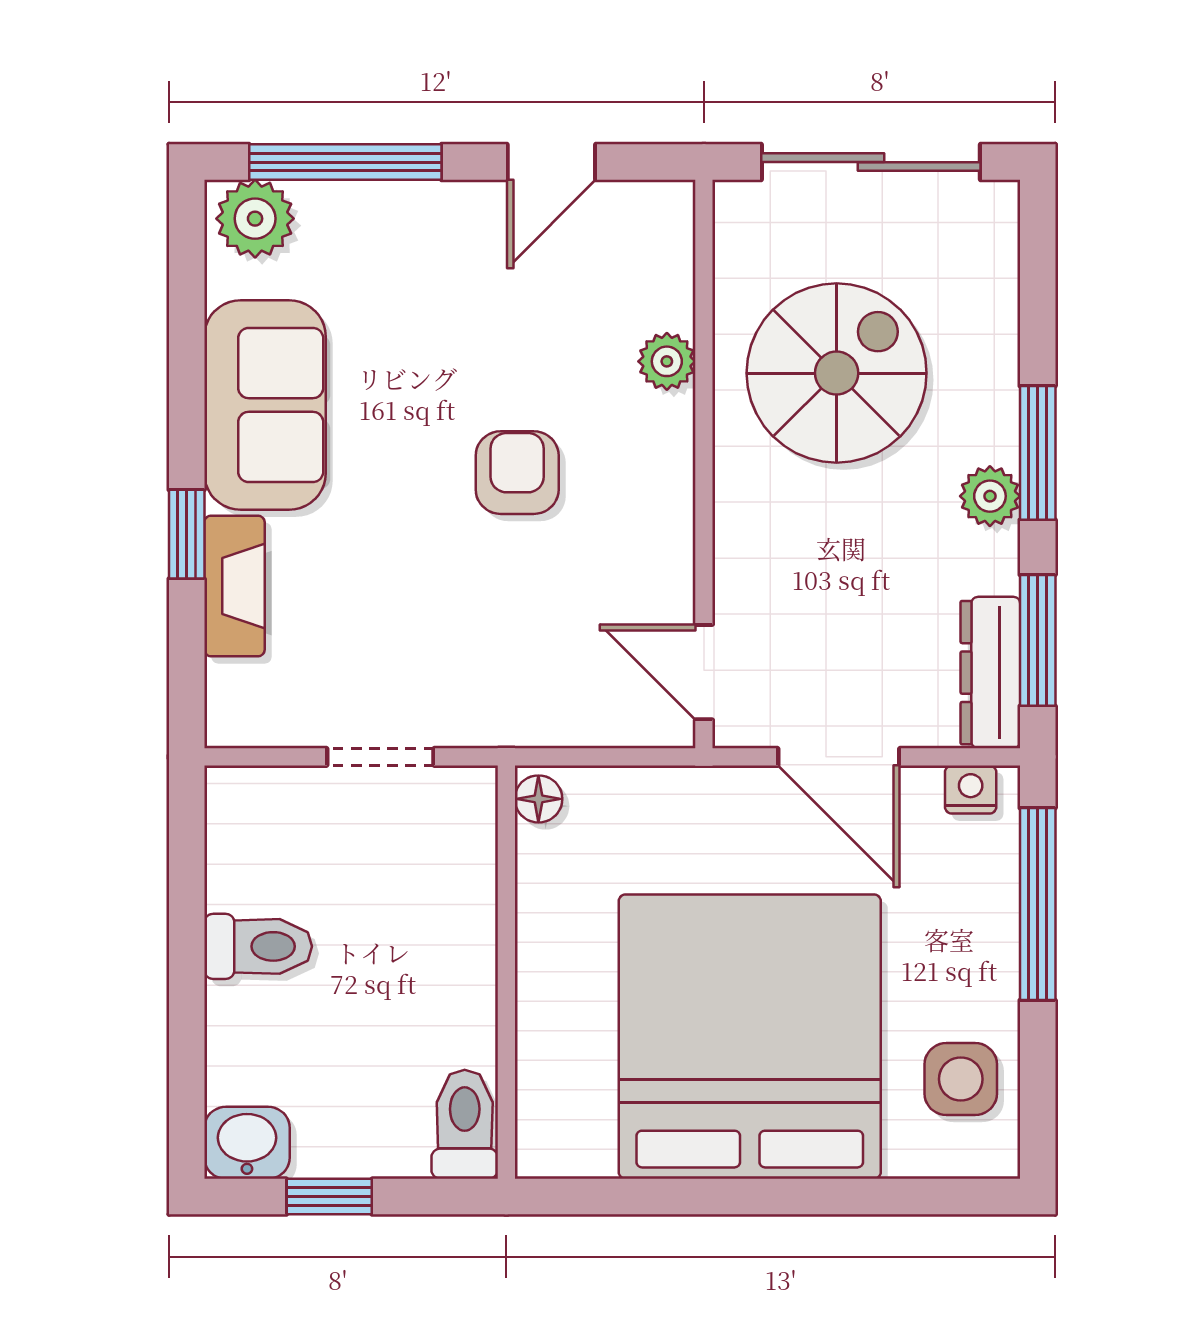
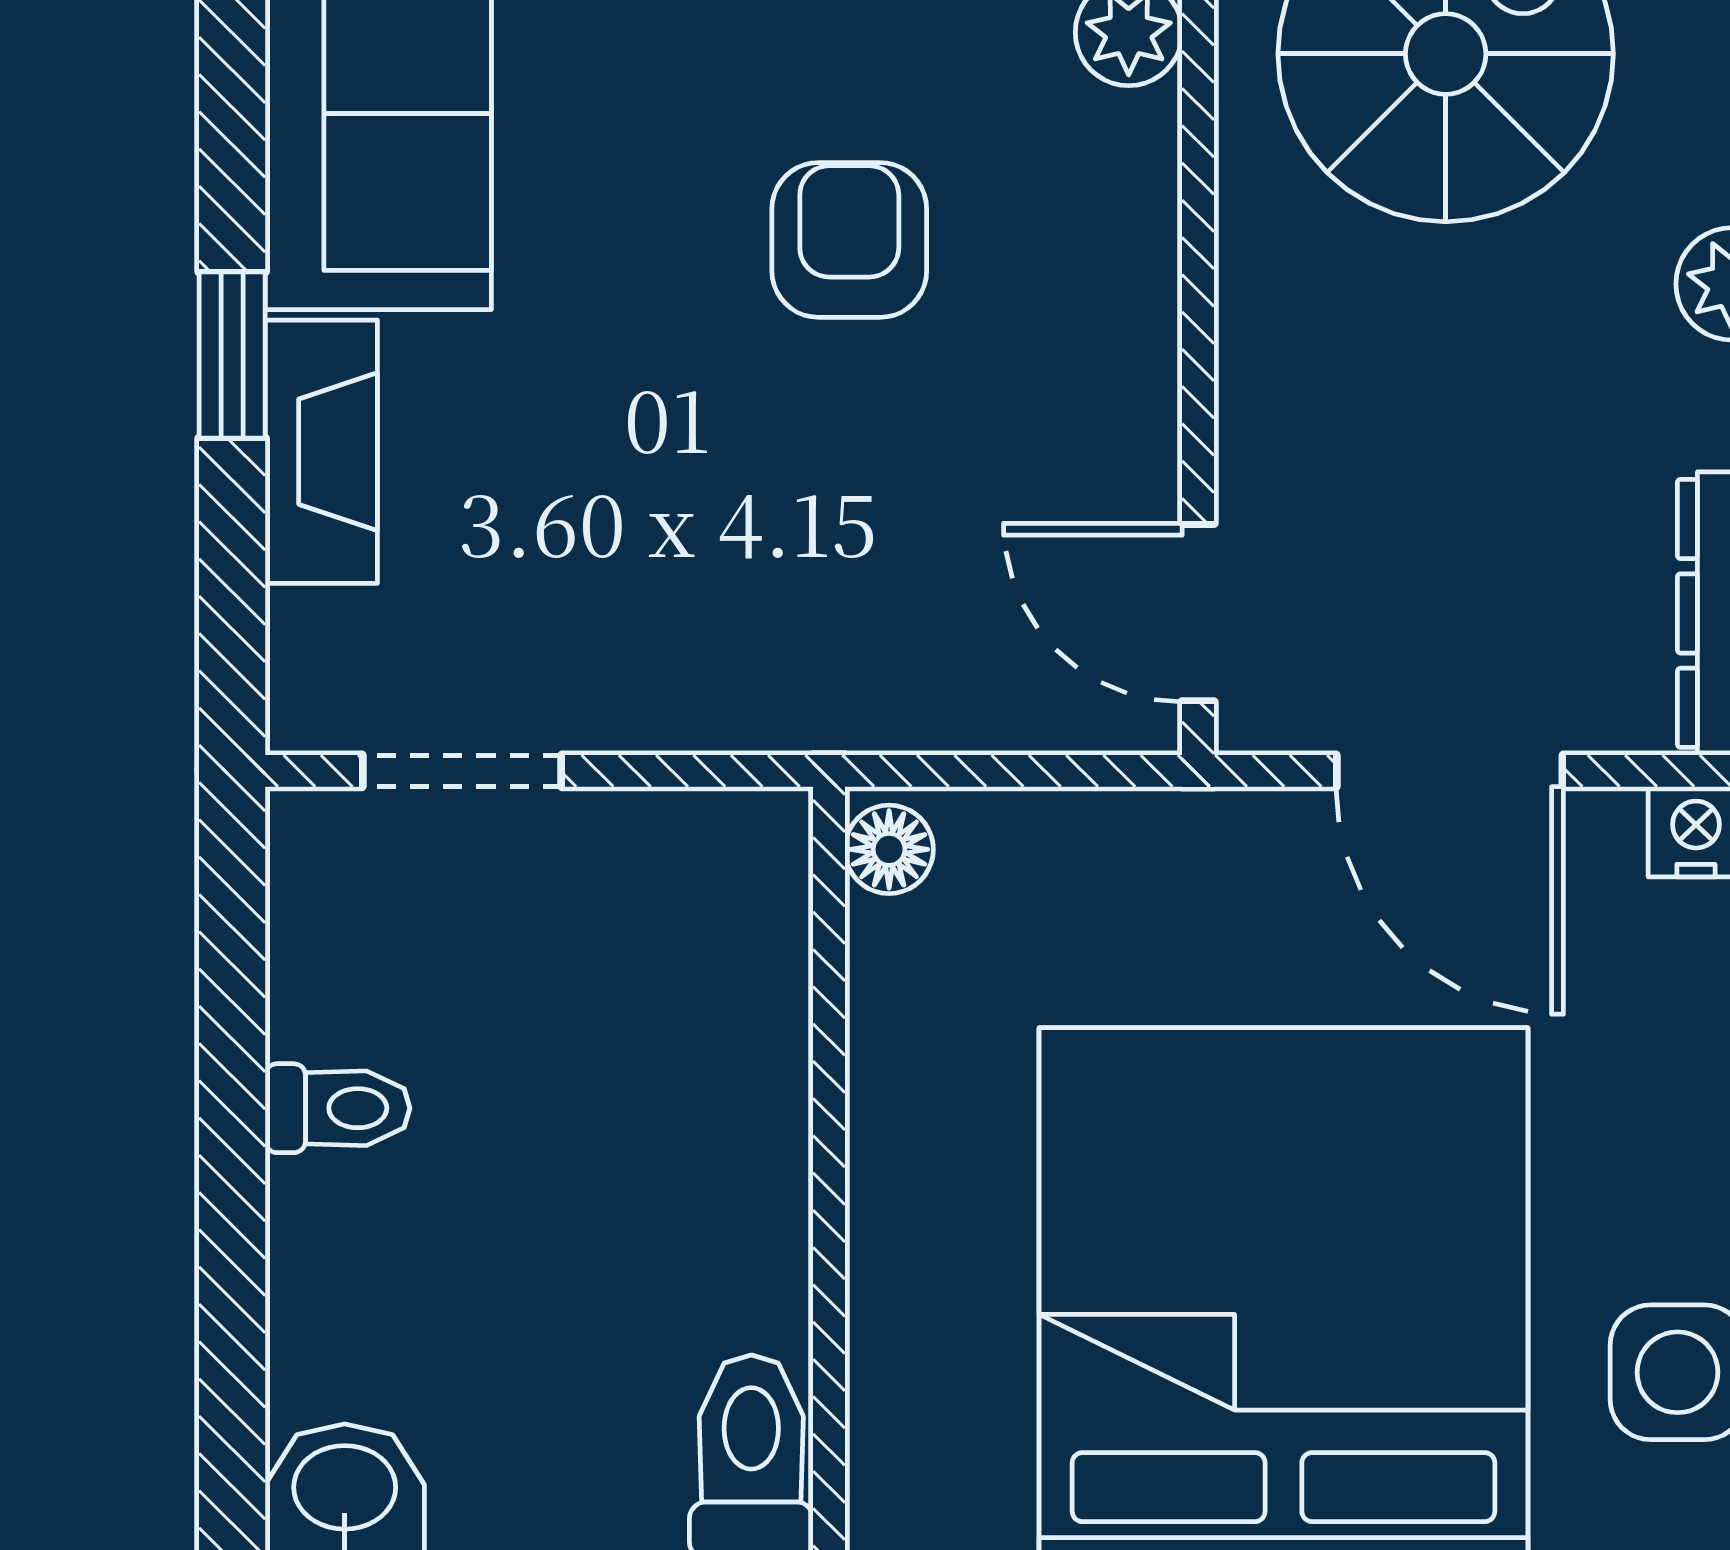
doorway: (380, 757) -> (462, 771), moved
toilet: (258, 946) -> (337, 1108), width x0.73, depth x0.72

